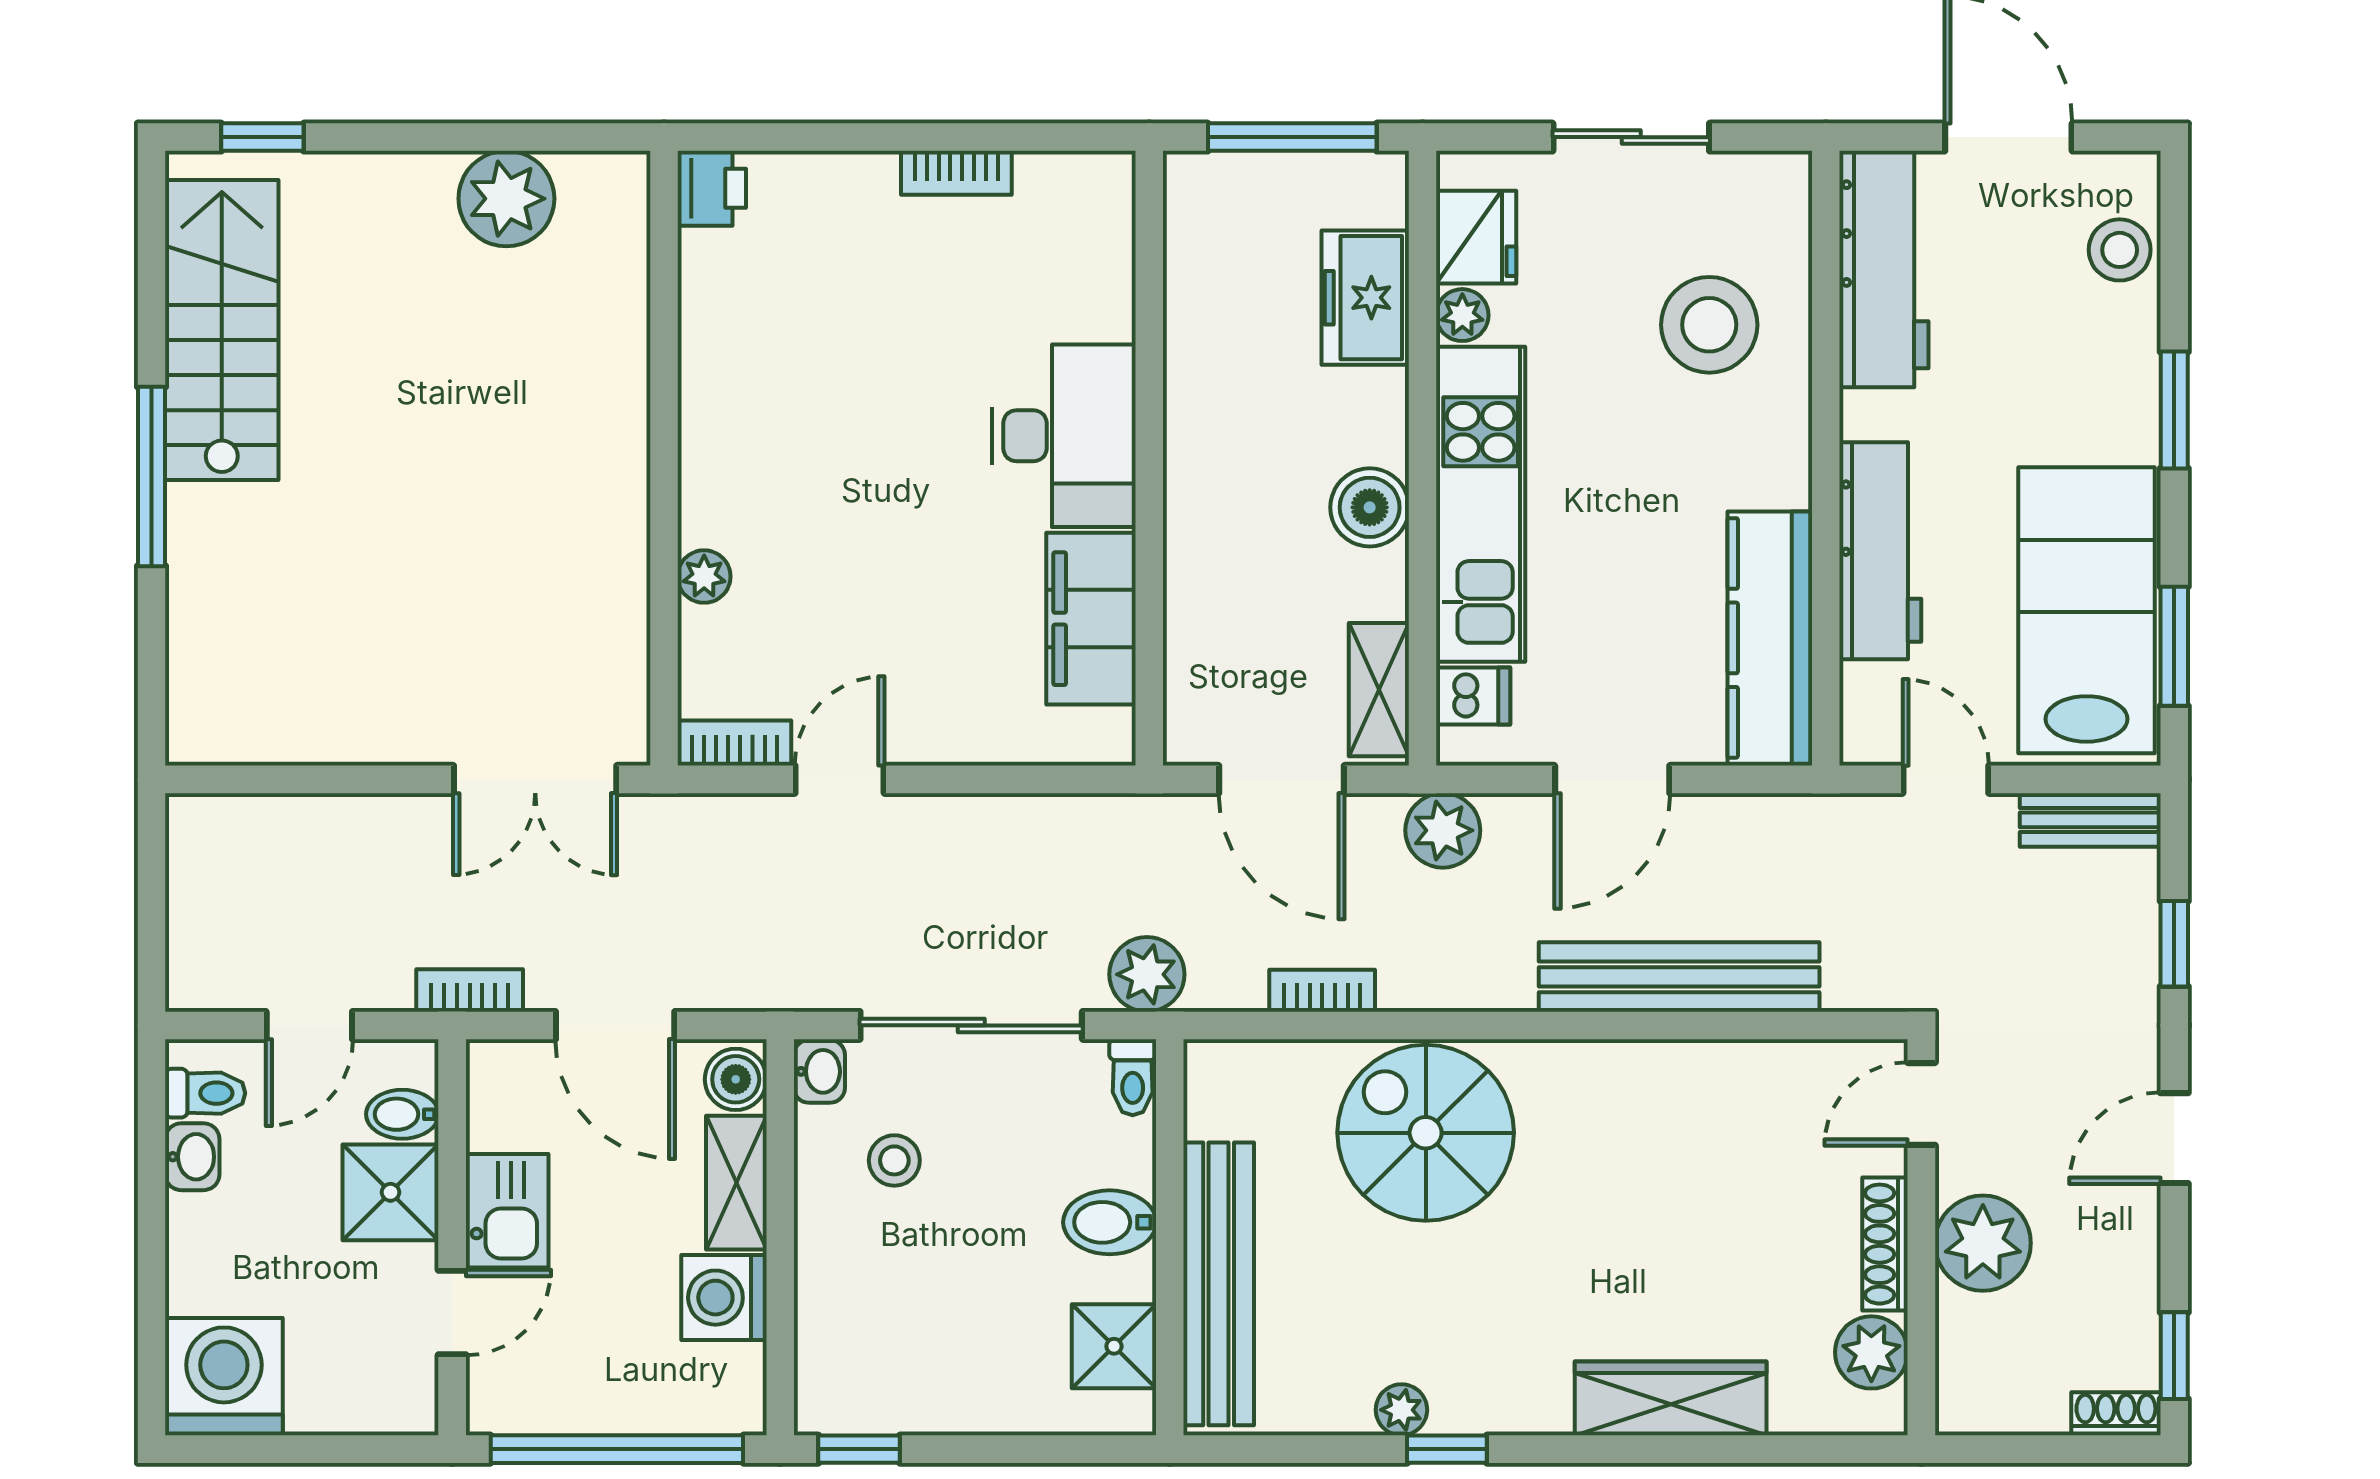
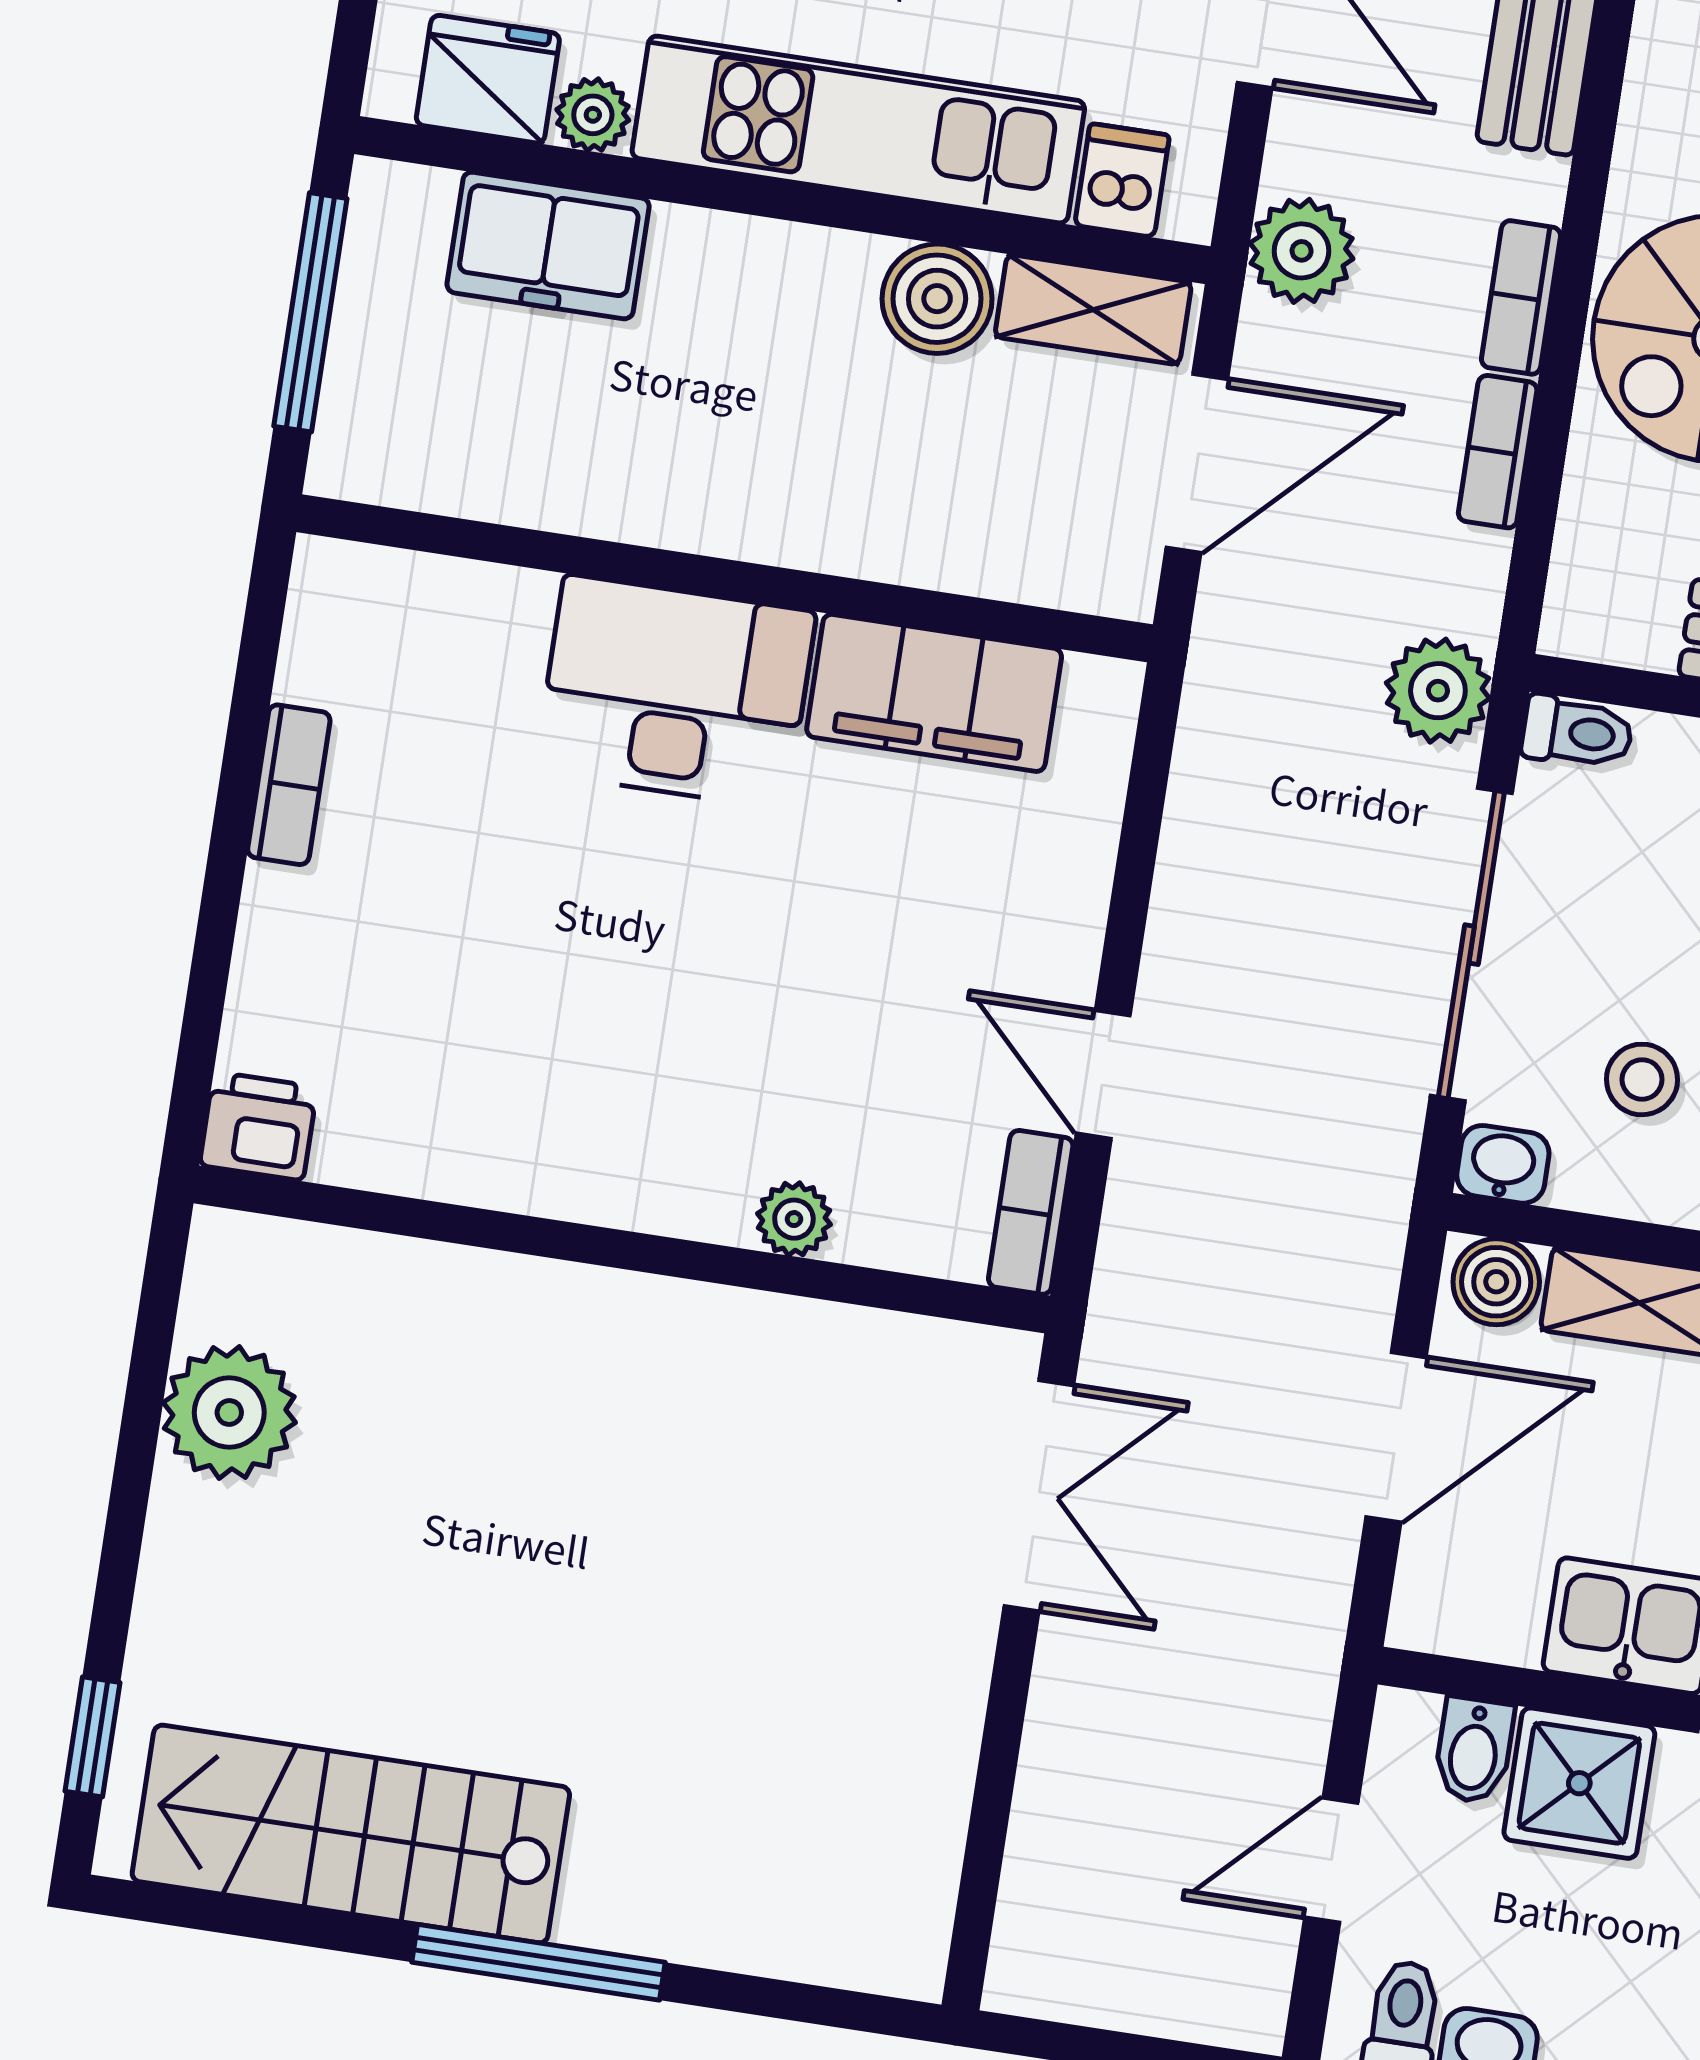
boiler: (1370, 507) -> (937, 299), moved
bookcase: (470, 990) -> (1521, 297), moved
door: (309, 1025) -> (1331, 1860), swing flipped

